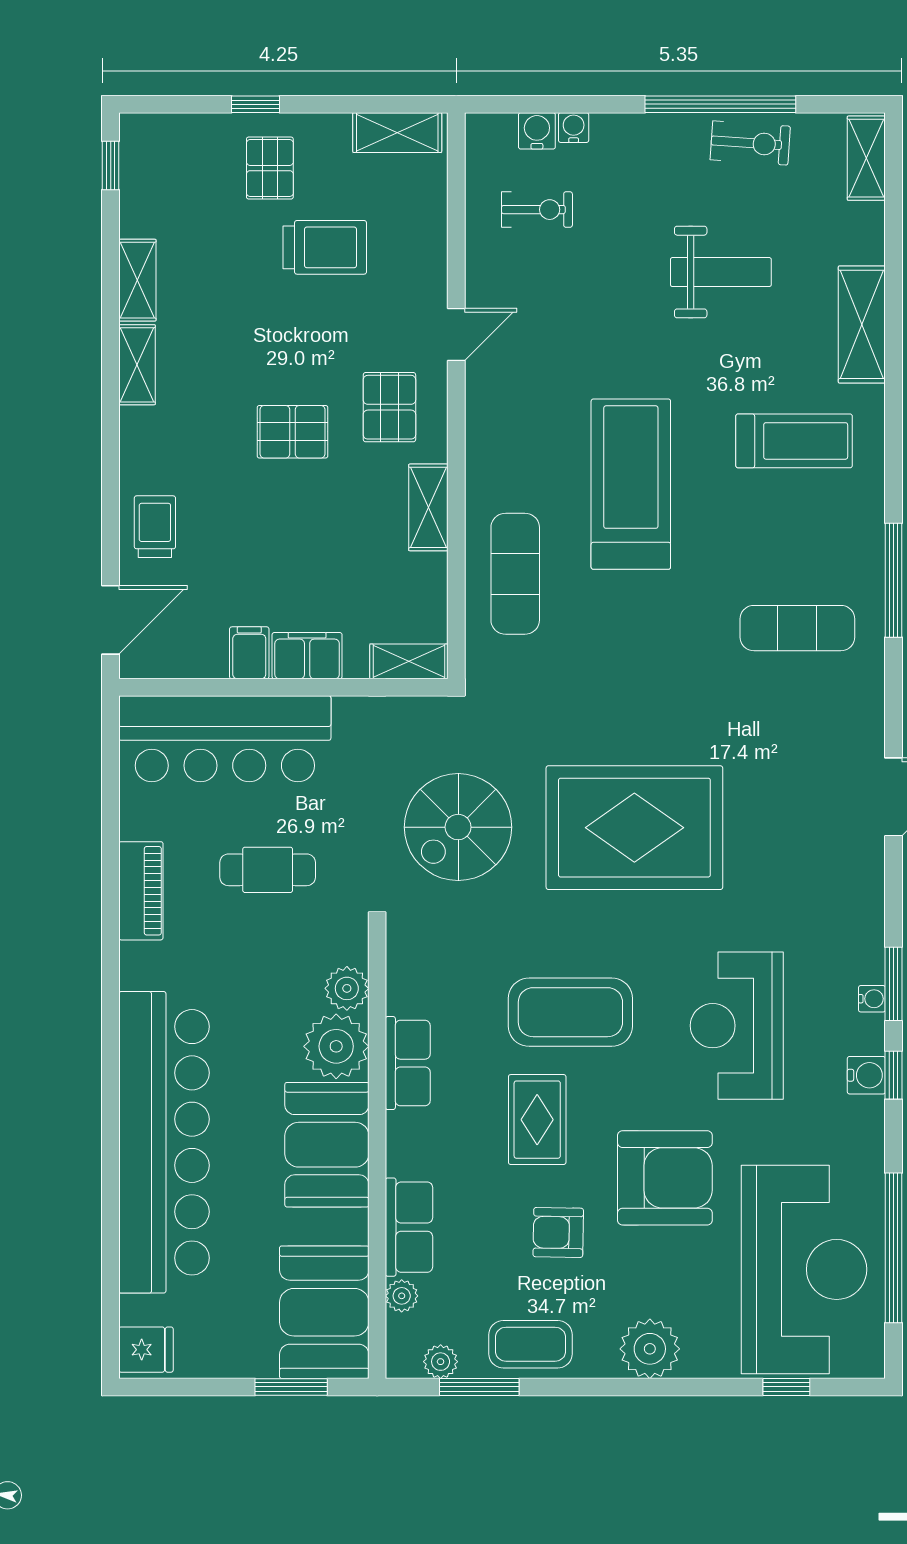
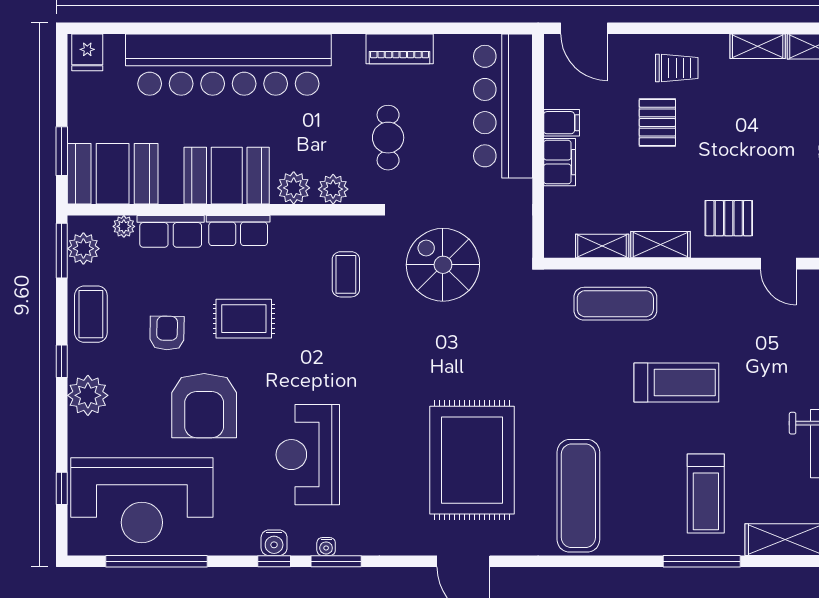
pallet: (292, 432) -> (657, 123), moved
treadmill: (631, 484) -> (676, 382), width x0.73, depth x0.73
trolley: (155, 527) -> (677, 68), moved
window: (894, 580) -> (702, 561), moved
exercise mat: (797, 628) -> (578, 496), width x1.36, depth x1.45
shelving: (409, 661) -> (602, 246), moved, turned 90
rug: (634, 828) -> (472, 460), moved
cafe table: (268, 870) -> (388, 138), moved
coffee table: (570, 1012) -> (346, 274), moved, width x0.54, depth x0.58
reception desk: (737, 1026) -> (308, 455), turned -90
plant: (336, 1046) -> (294, 188), width x0.73, depth x0.73
row of seats: (408, 1063) -> (238, 231), moved
plant: (441, 1362) -> (83, 249), width x1.38, depth x1.38
window: (479, 1387) -> (62, 251), moved
window: (600, 1387) -> (62, 361), added

